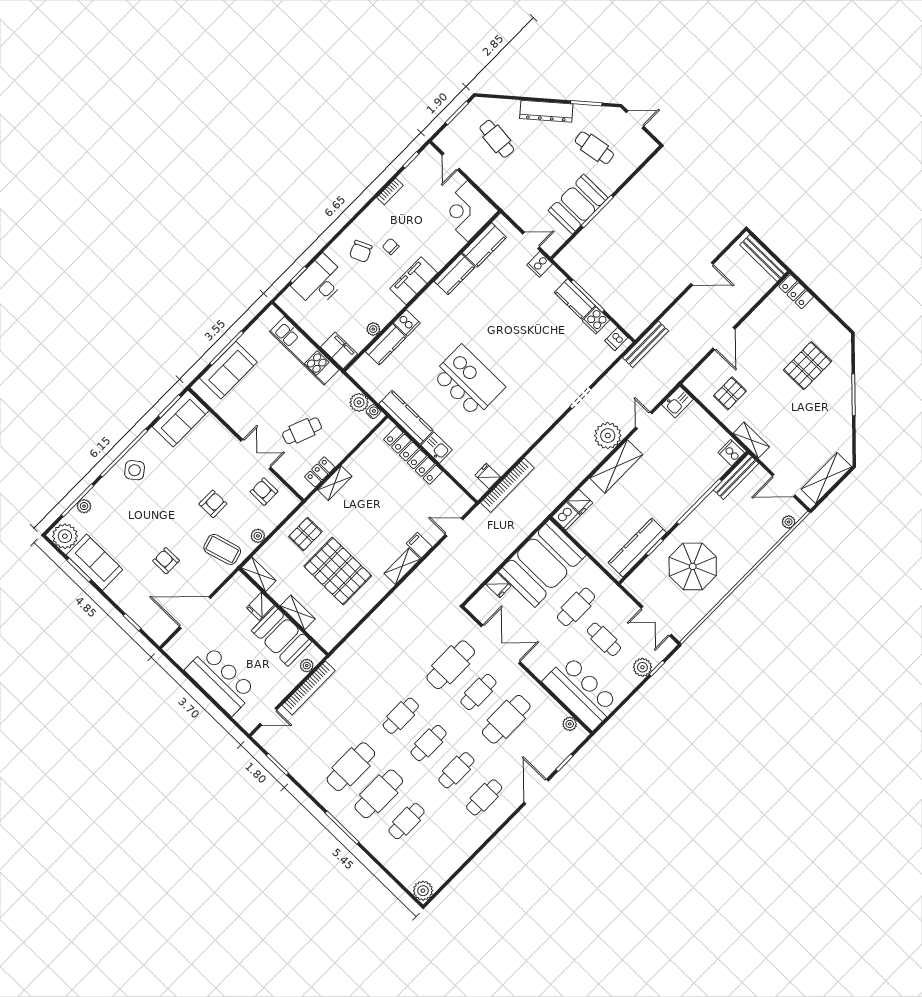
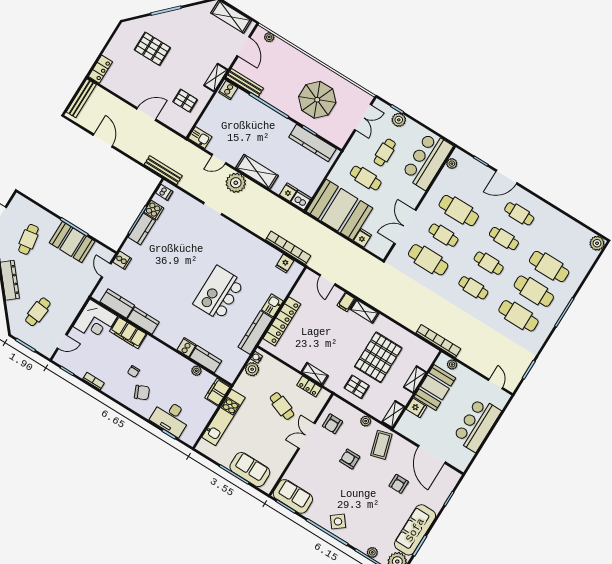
filing cabinet: (414, 281) -> (128, 333), moved
sofa: (94, 562) -> (415, 530), width x1.36
bookcase: (309, 688) -> (438, 341), moved
cafe table: (407, 821) -> (549, 267), width x1.37, depth x1.35

